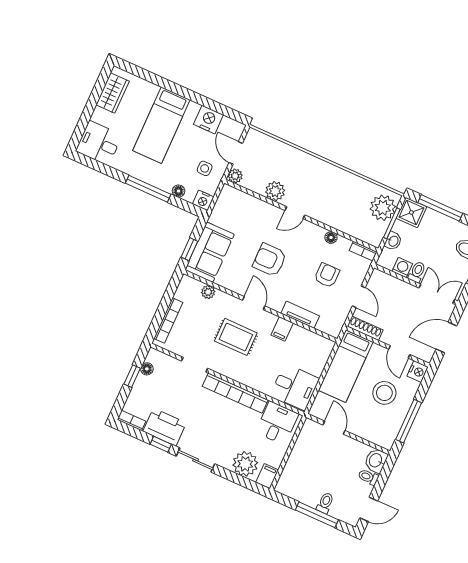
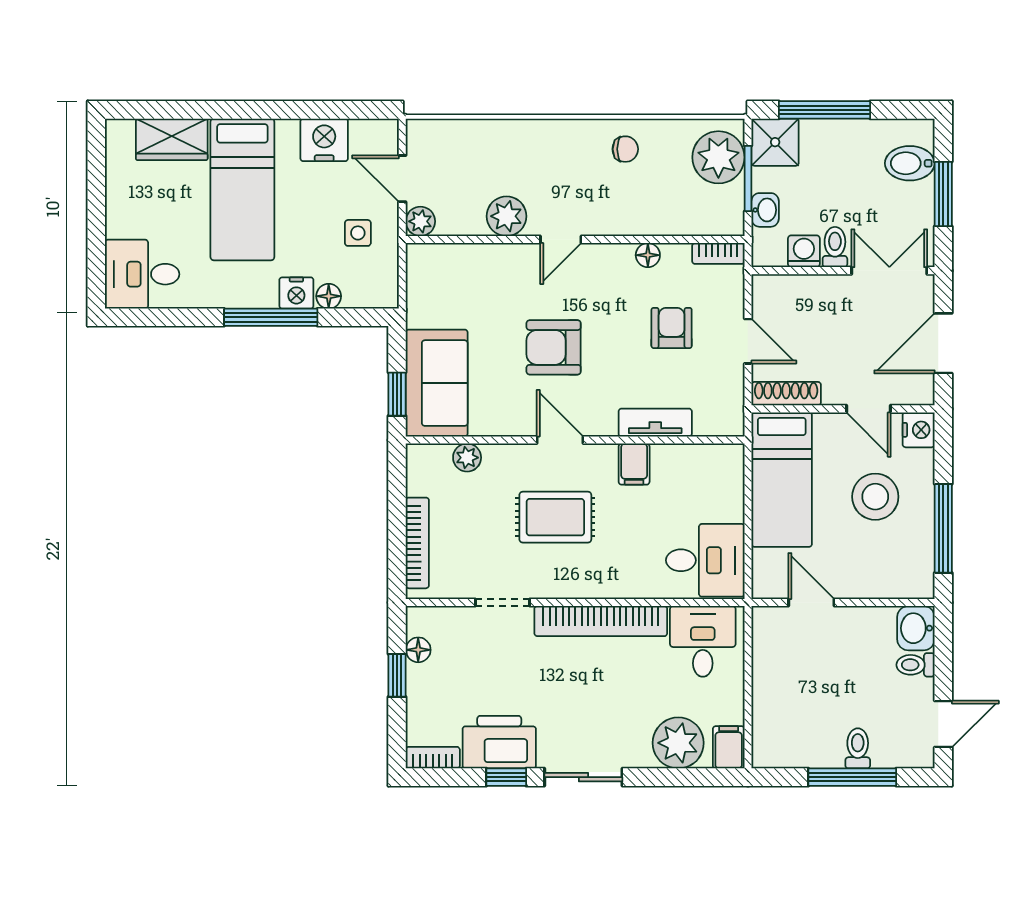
wardrobe: (113, 93) -> (172, 139), moved, turned 90
chair: (342, 185) -> (625, 149), added
nightstand: (203, 200) -> (296, 293), moved

